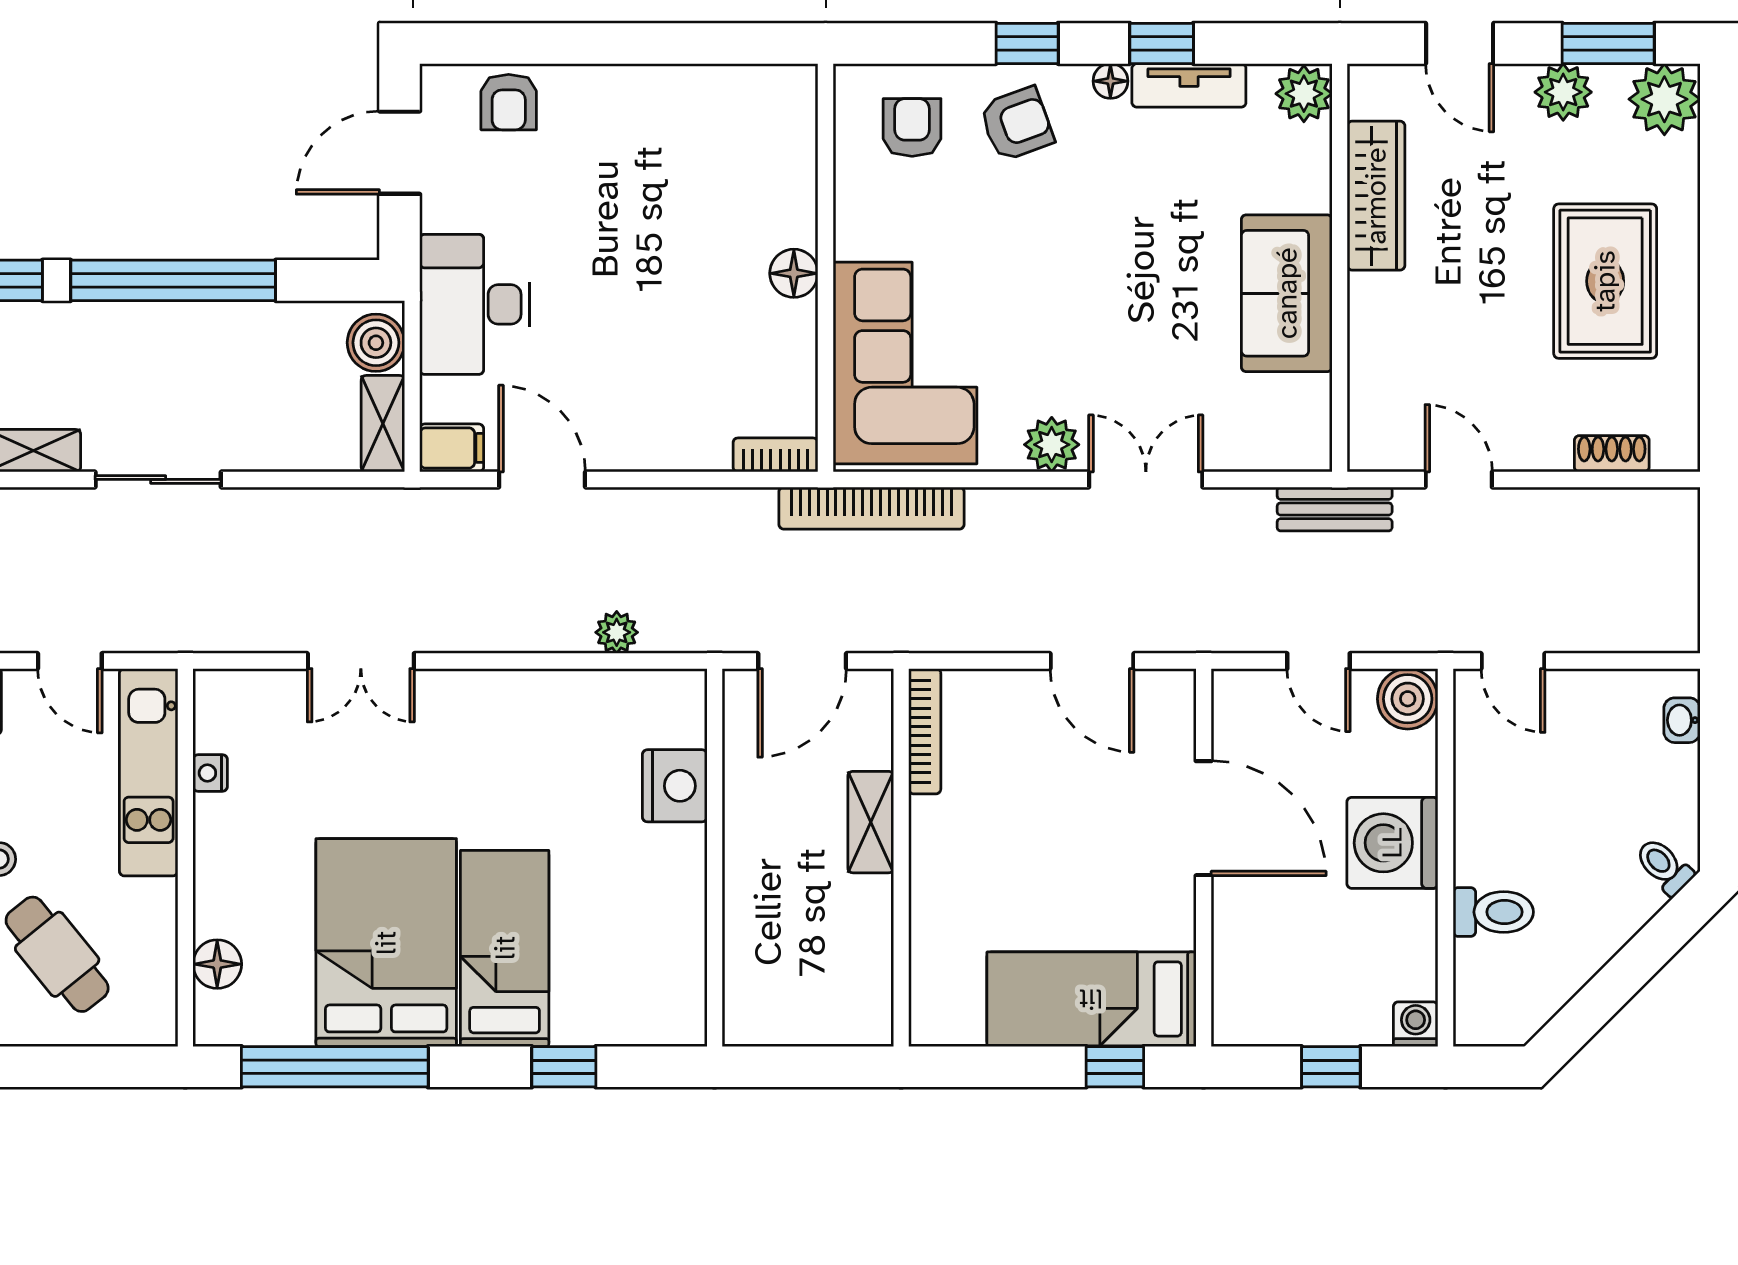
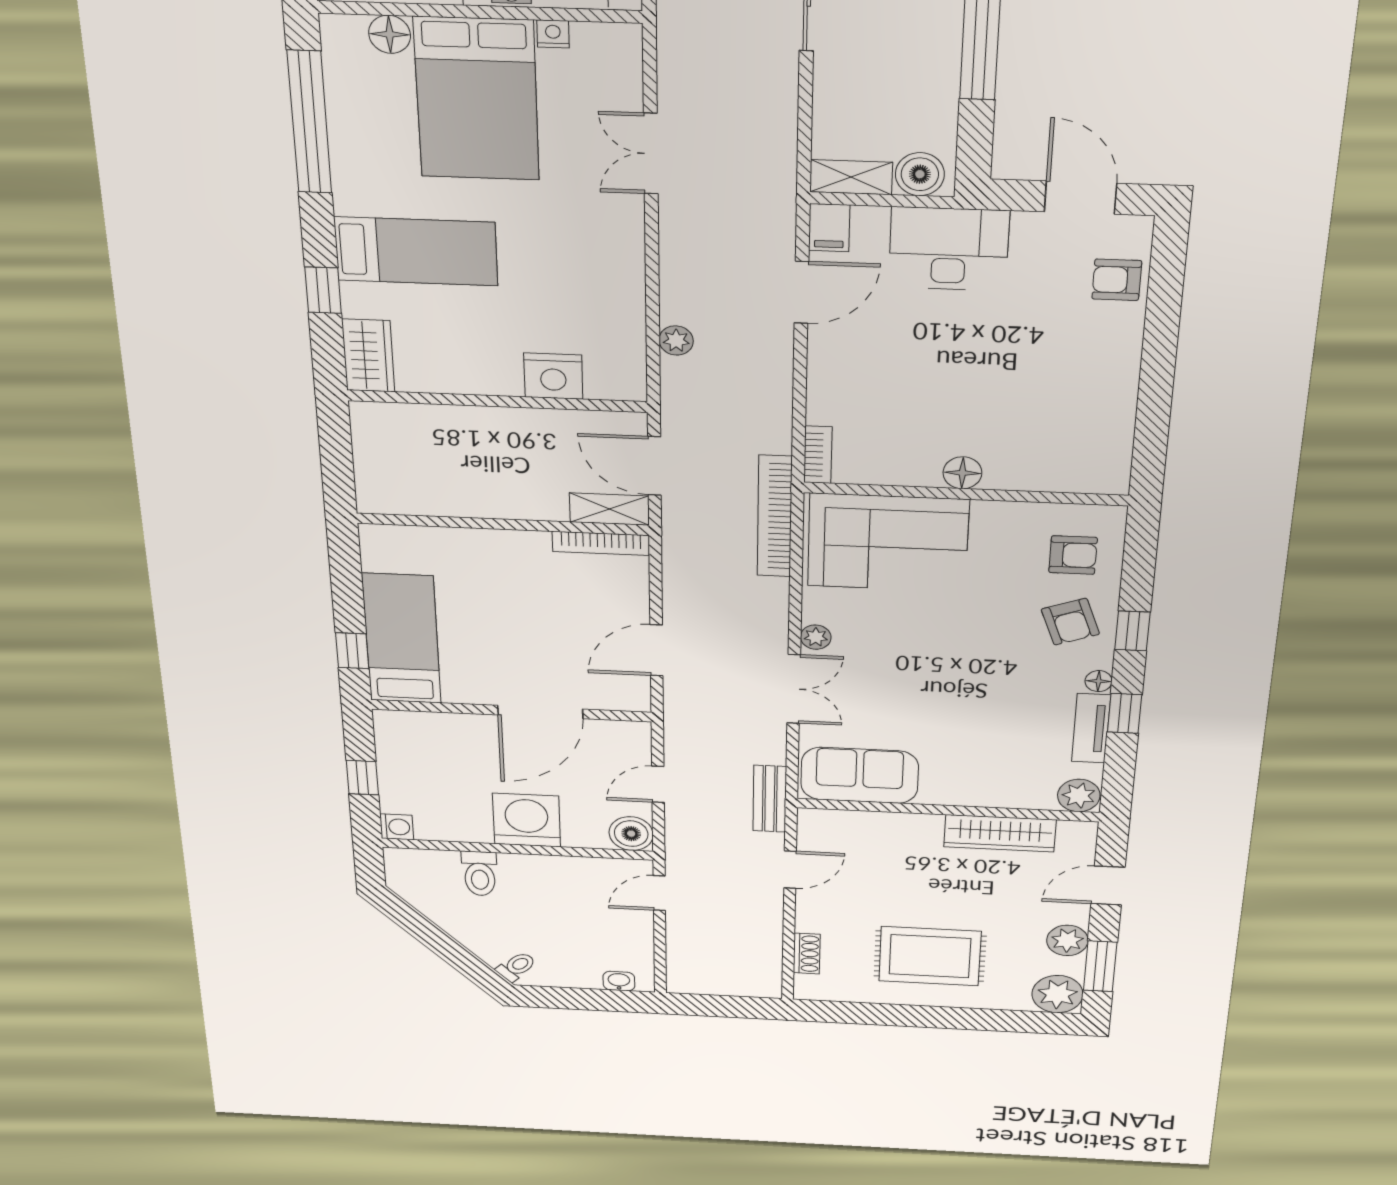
sofa: (1287, 293) -> (860, 775), moved
plant: (1052, 445) -> (816, 637), width x0.73, depth x0.73
shelving: (871, 822) -> (609, 509), moved
bed: (386, 943) -> (477, 99), moved, turned 90
wardrobe: (655, 1016) -> (368, 355), added

